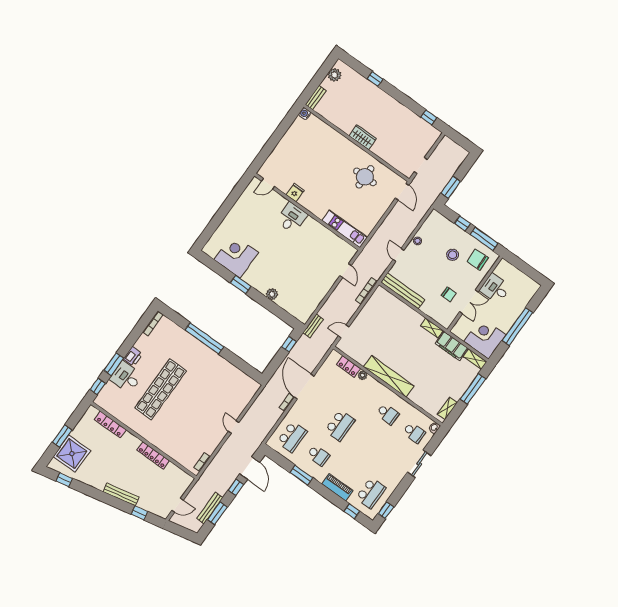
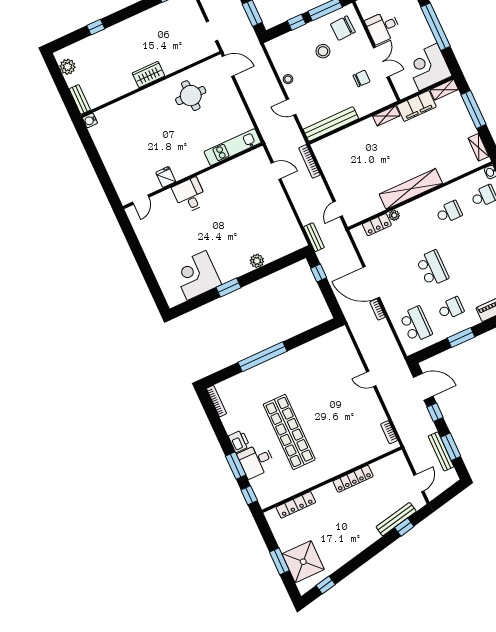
bench: (121, 494) -> (396, 519), moved

